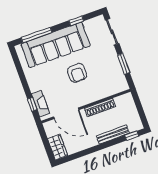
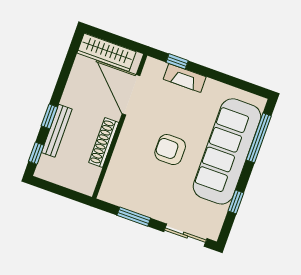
fireplace: (41, 104) -> (185, 78), moved
door: (66, 113) -> (131, 95), hinge flipped
window: (109, 144) -> (49, 116), added
wardrobe: (58, 147) -> (106, 52), width x1.50

